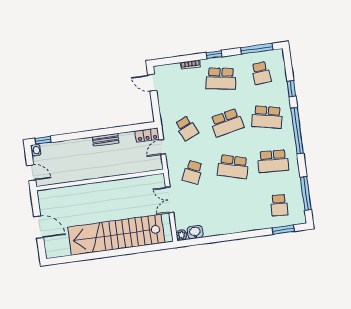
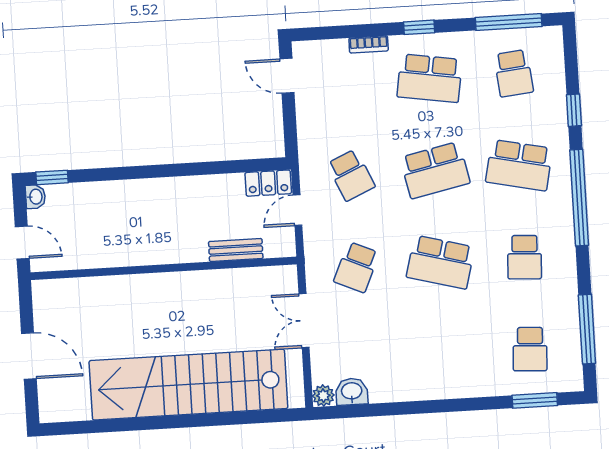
bench: (106, 140) -> (236, 250), moved
school desk: (273, 161) -> (525, 257), width x0.54

